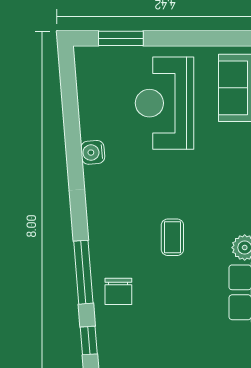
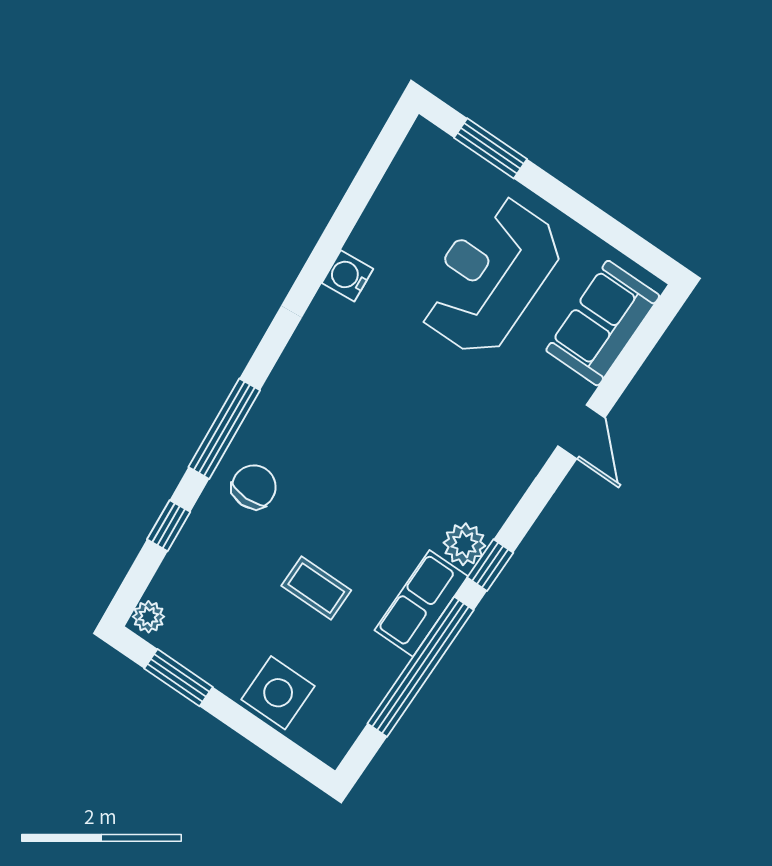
coffee table: (172, 237) -> (316, 588), moved, turned 90
chair: (118, 291) -> (254, 487), turned 180

